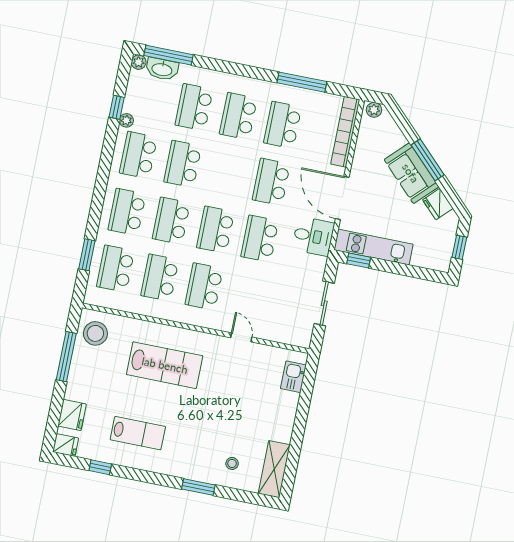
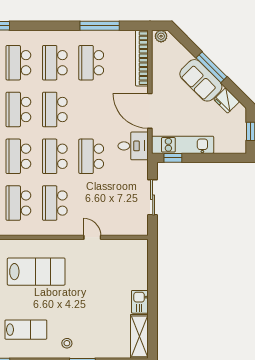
school desk: (271, 182) -> (55, 109), moved
kitchen sink: (293, 377) -> (140, 302), moved
stool: (232, 463) -> (67, 343), moved

